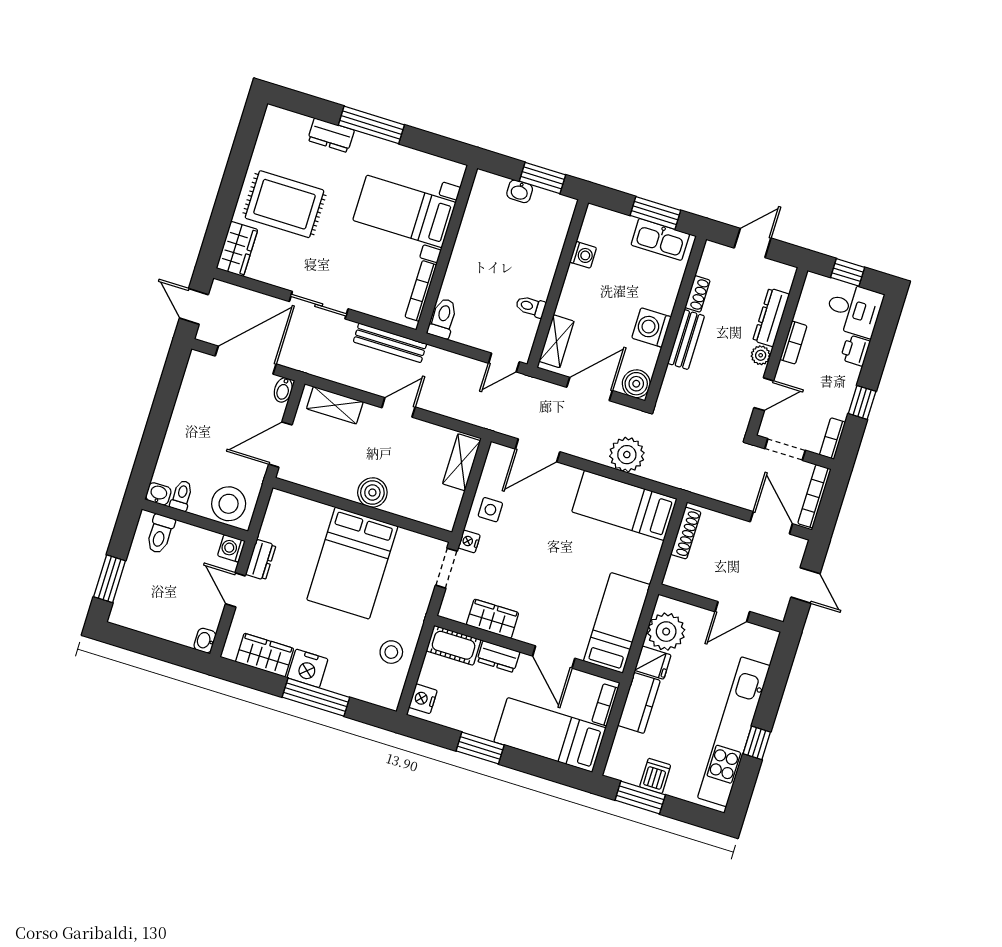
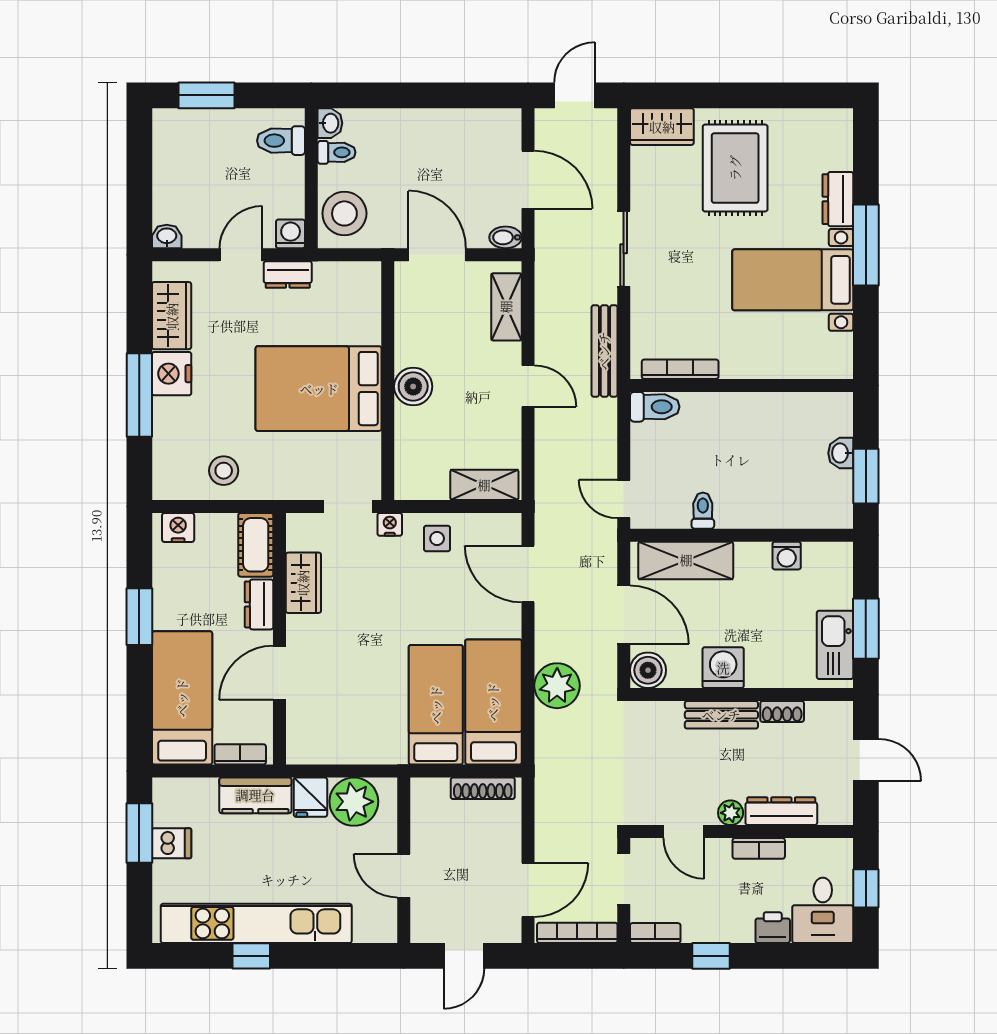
bed with nightstands: (404, 211) -> (793, 280), moved, turned -90
shelving: (557, 341) -> (686, 560), width x1.50, depth x1.33
door: (246, 360) -> (528, 180), width x0.73
bed: (617, 623) -> (436, 705), moved, turned -90

